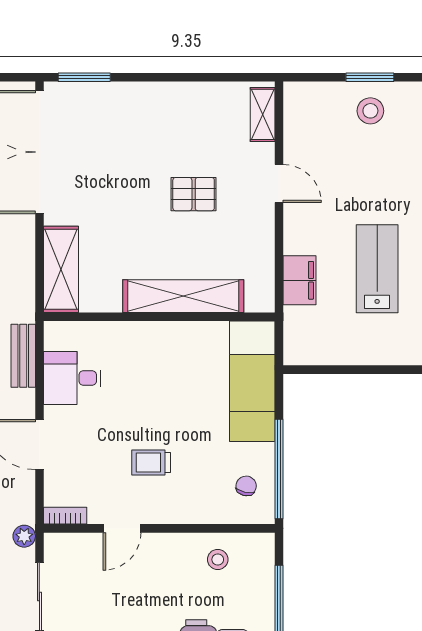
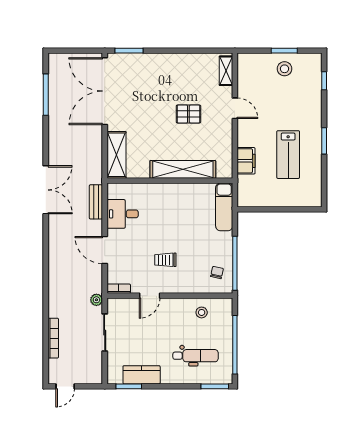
lab bench: (377, 269) -> (288, 155), turned 180
exam couch: (252, 381) -> (224, 207), width x0.73, depth x0.69

